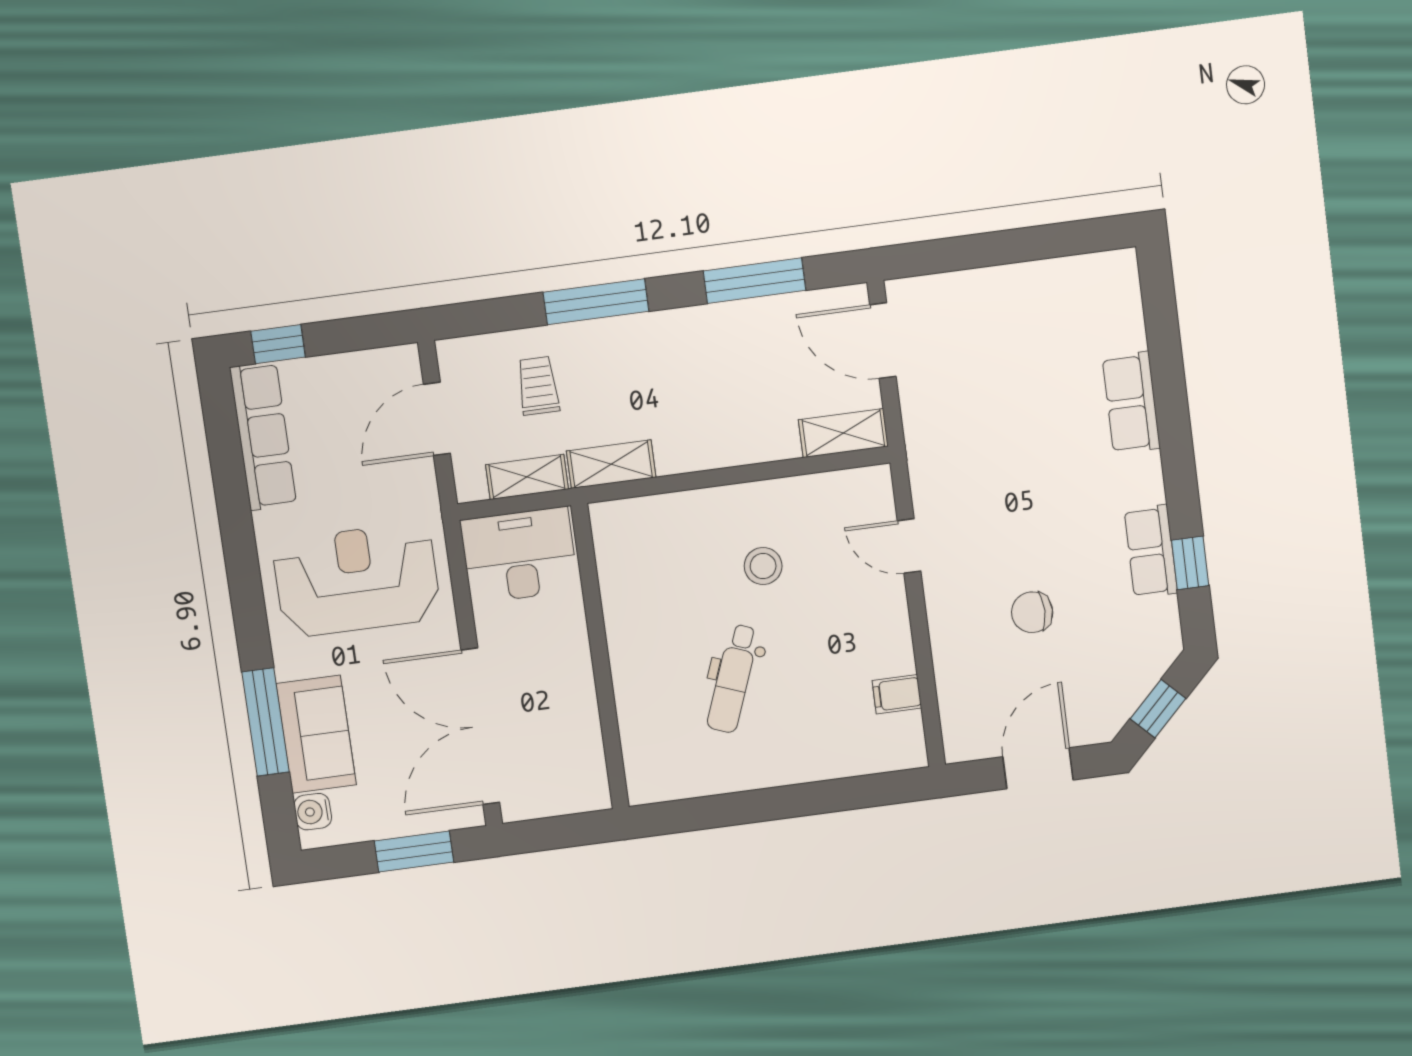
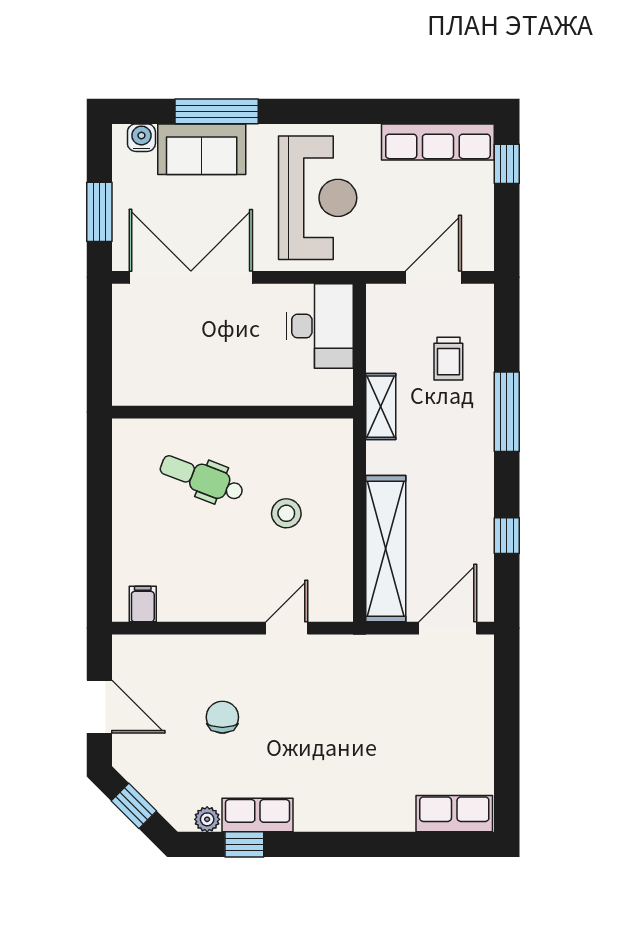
window: (755, 281) -> (507, 536), width x0.46
trolley: (538, 386) -> (448, 359), turned 90
row of seats: (1131, 403) -> (454, 814), moved
door: (437, 419) -> (433, 277), hinge flipped
shelving: (843, 433) -> (386, 549), width x2.20, depth x1.33
shelving: (527, 477) -> (380, 340), removed
plant: (1164, 614) -> (207, 819), added
wall: (600, 657) -> (233, 412), moved
filing cabinet: (897, 694) -> (143, 604), moved

